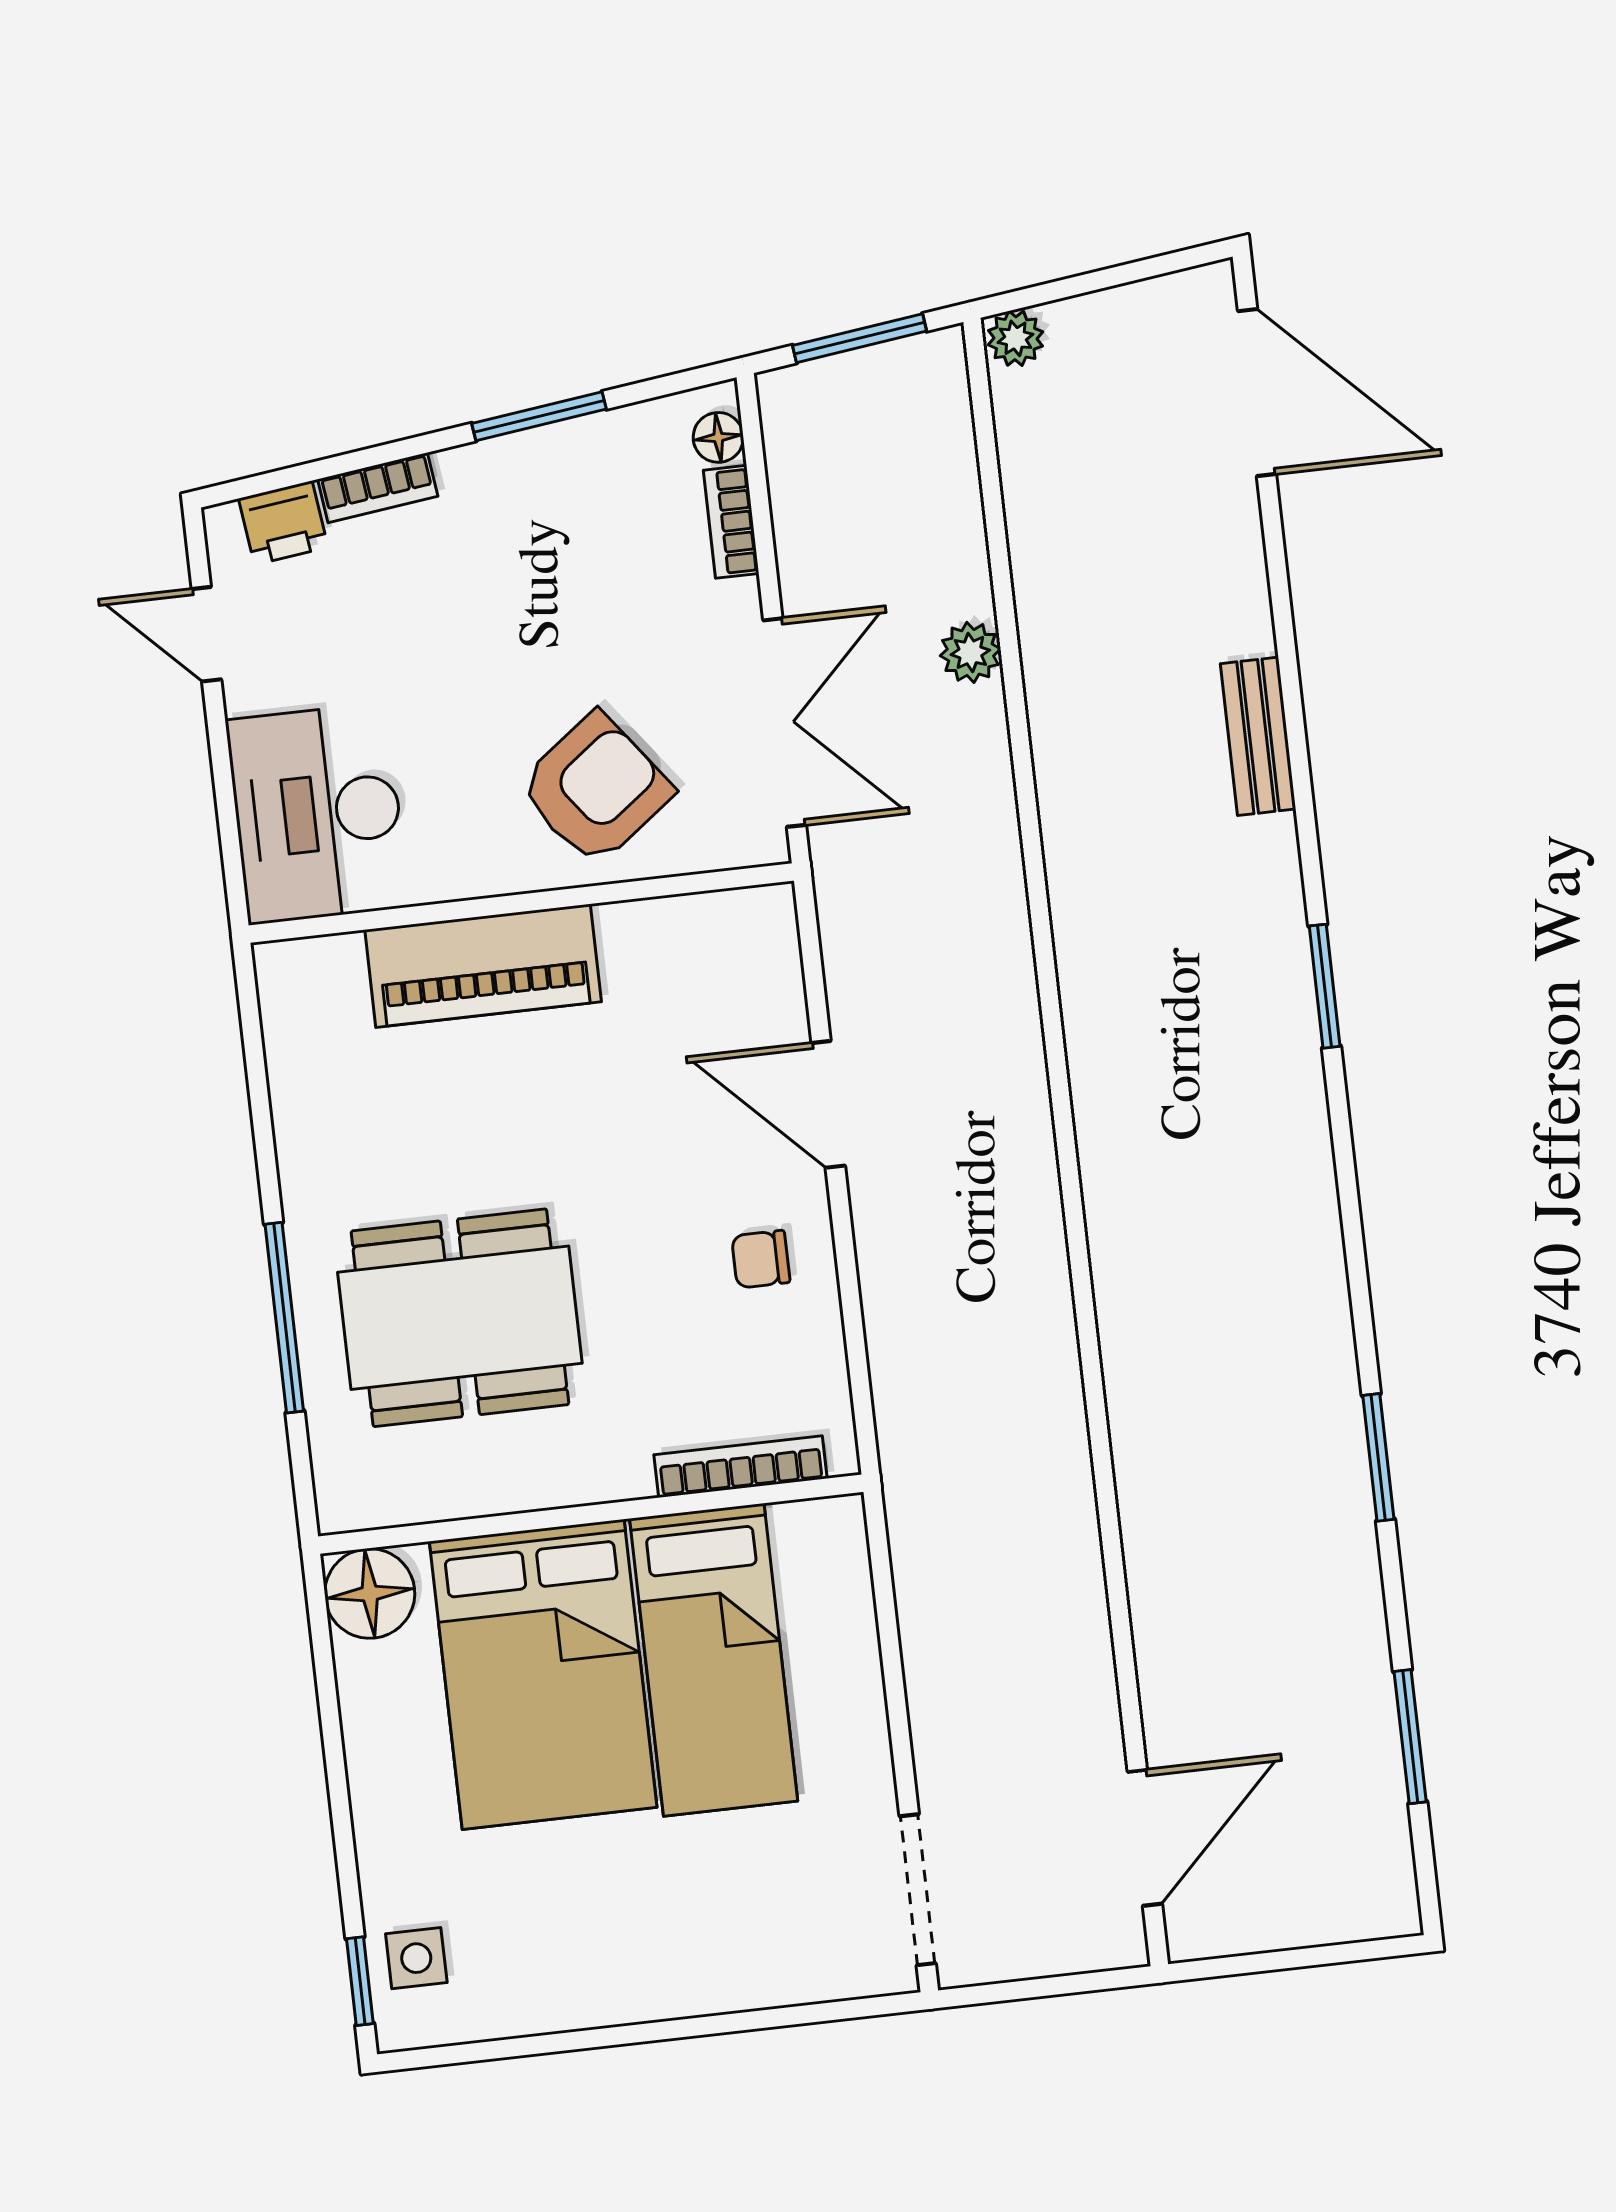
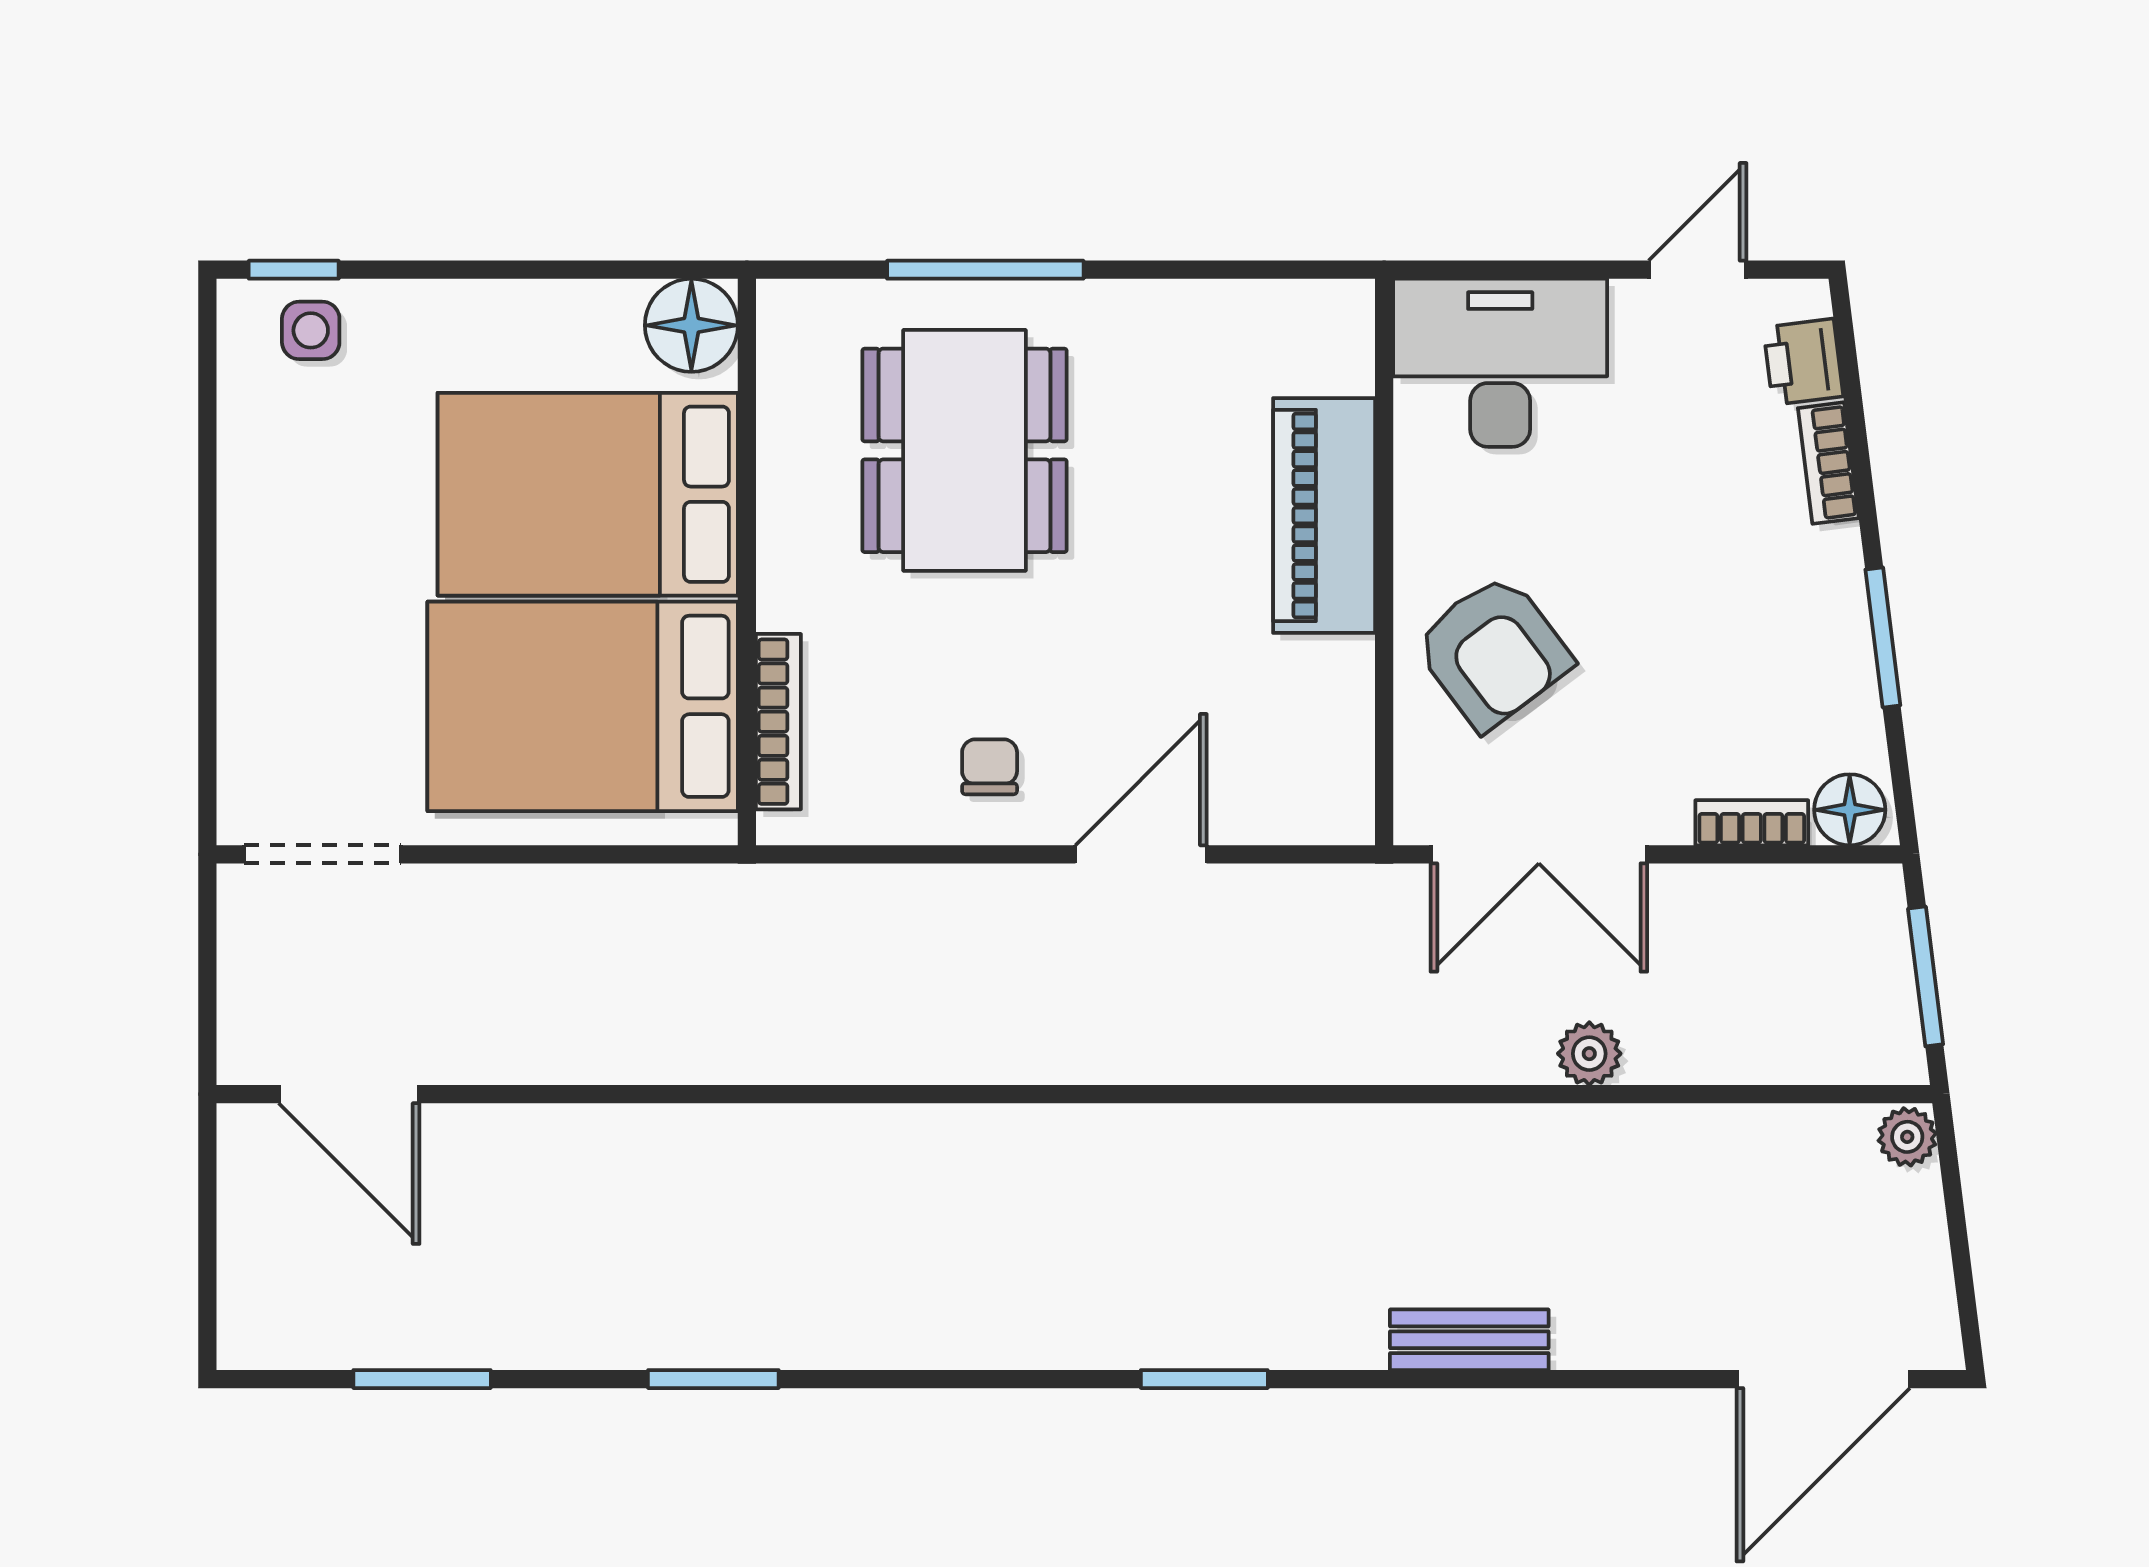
floor lamp: (718, 437) -> (1850, 810), width x1.37, depth x1.37
bed: (714, 1660) -> (583, 706), width x1.50

